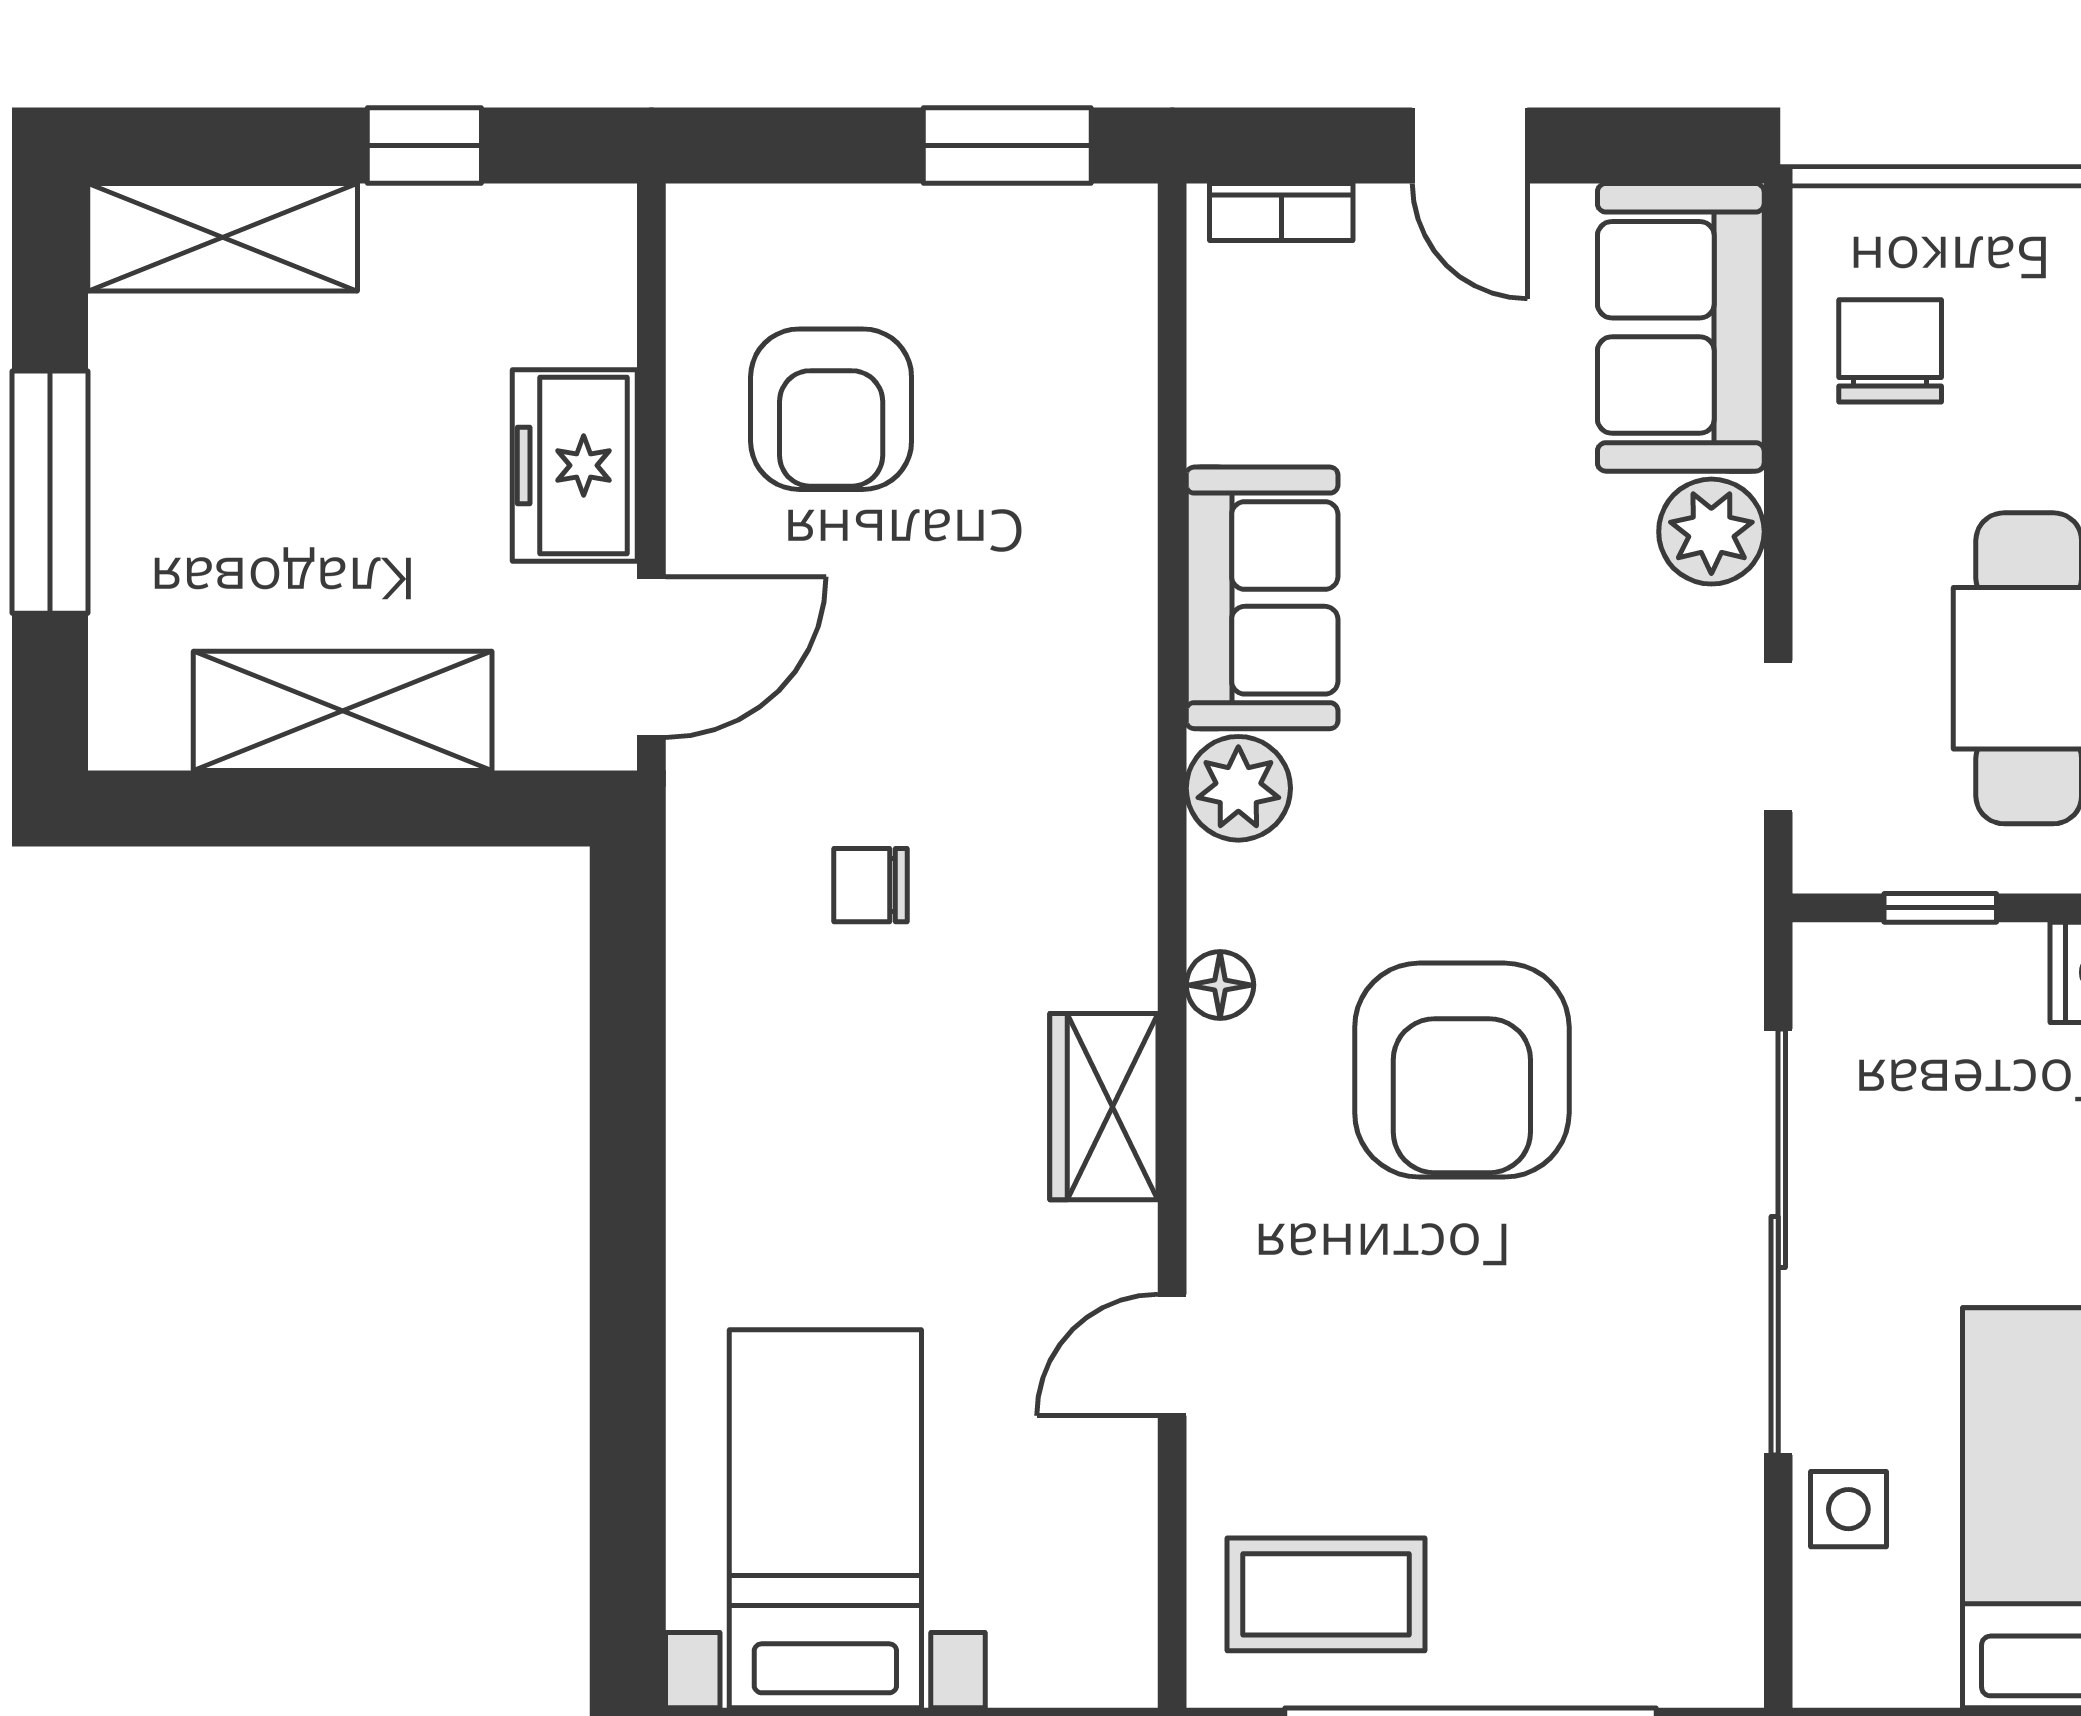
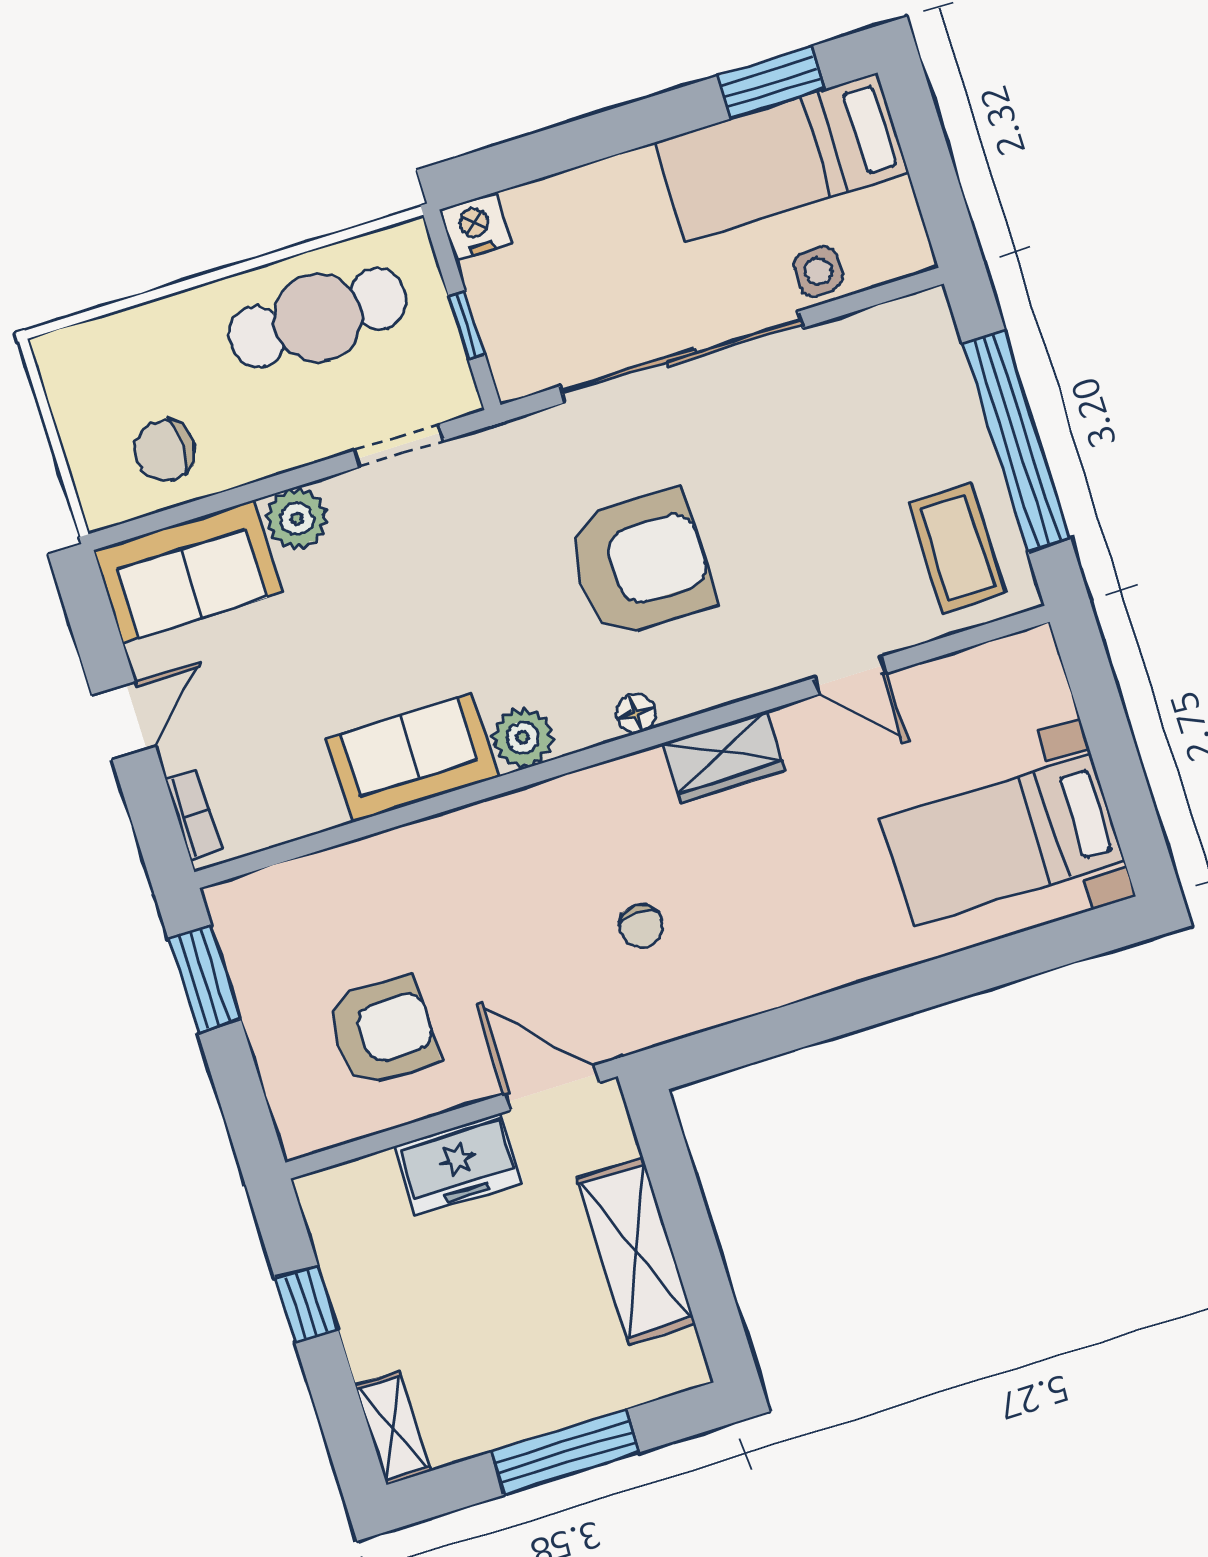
shelving: (223, 237) -> (393, 1428), width x0.67, depth x0.75

